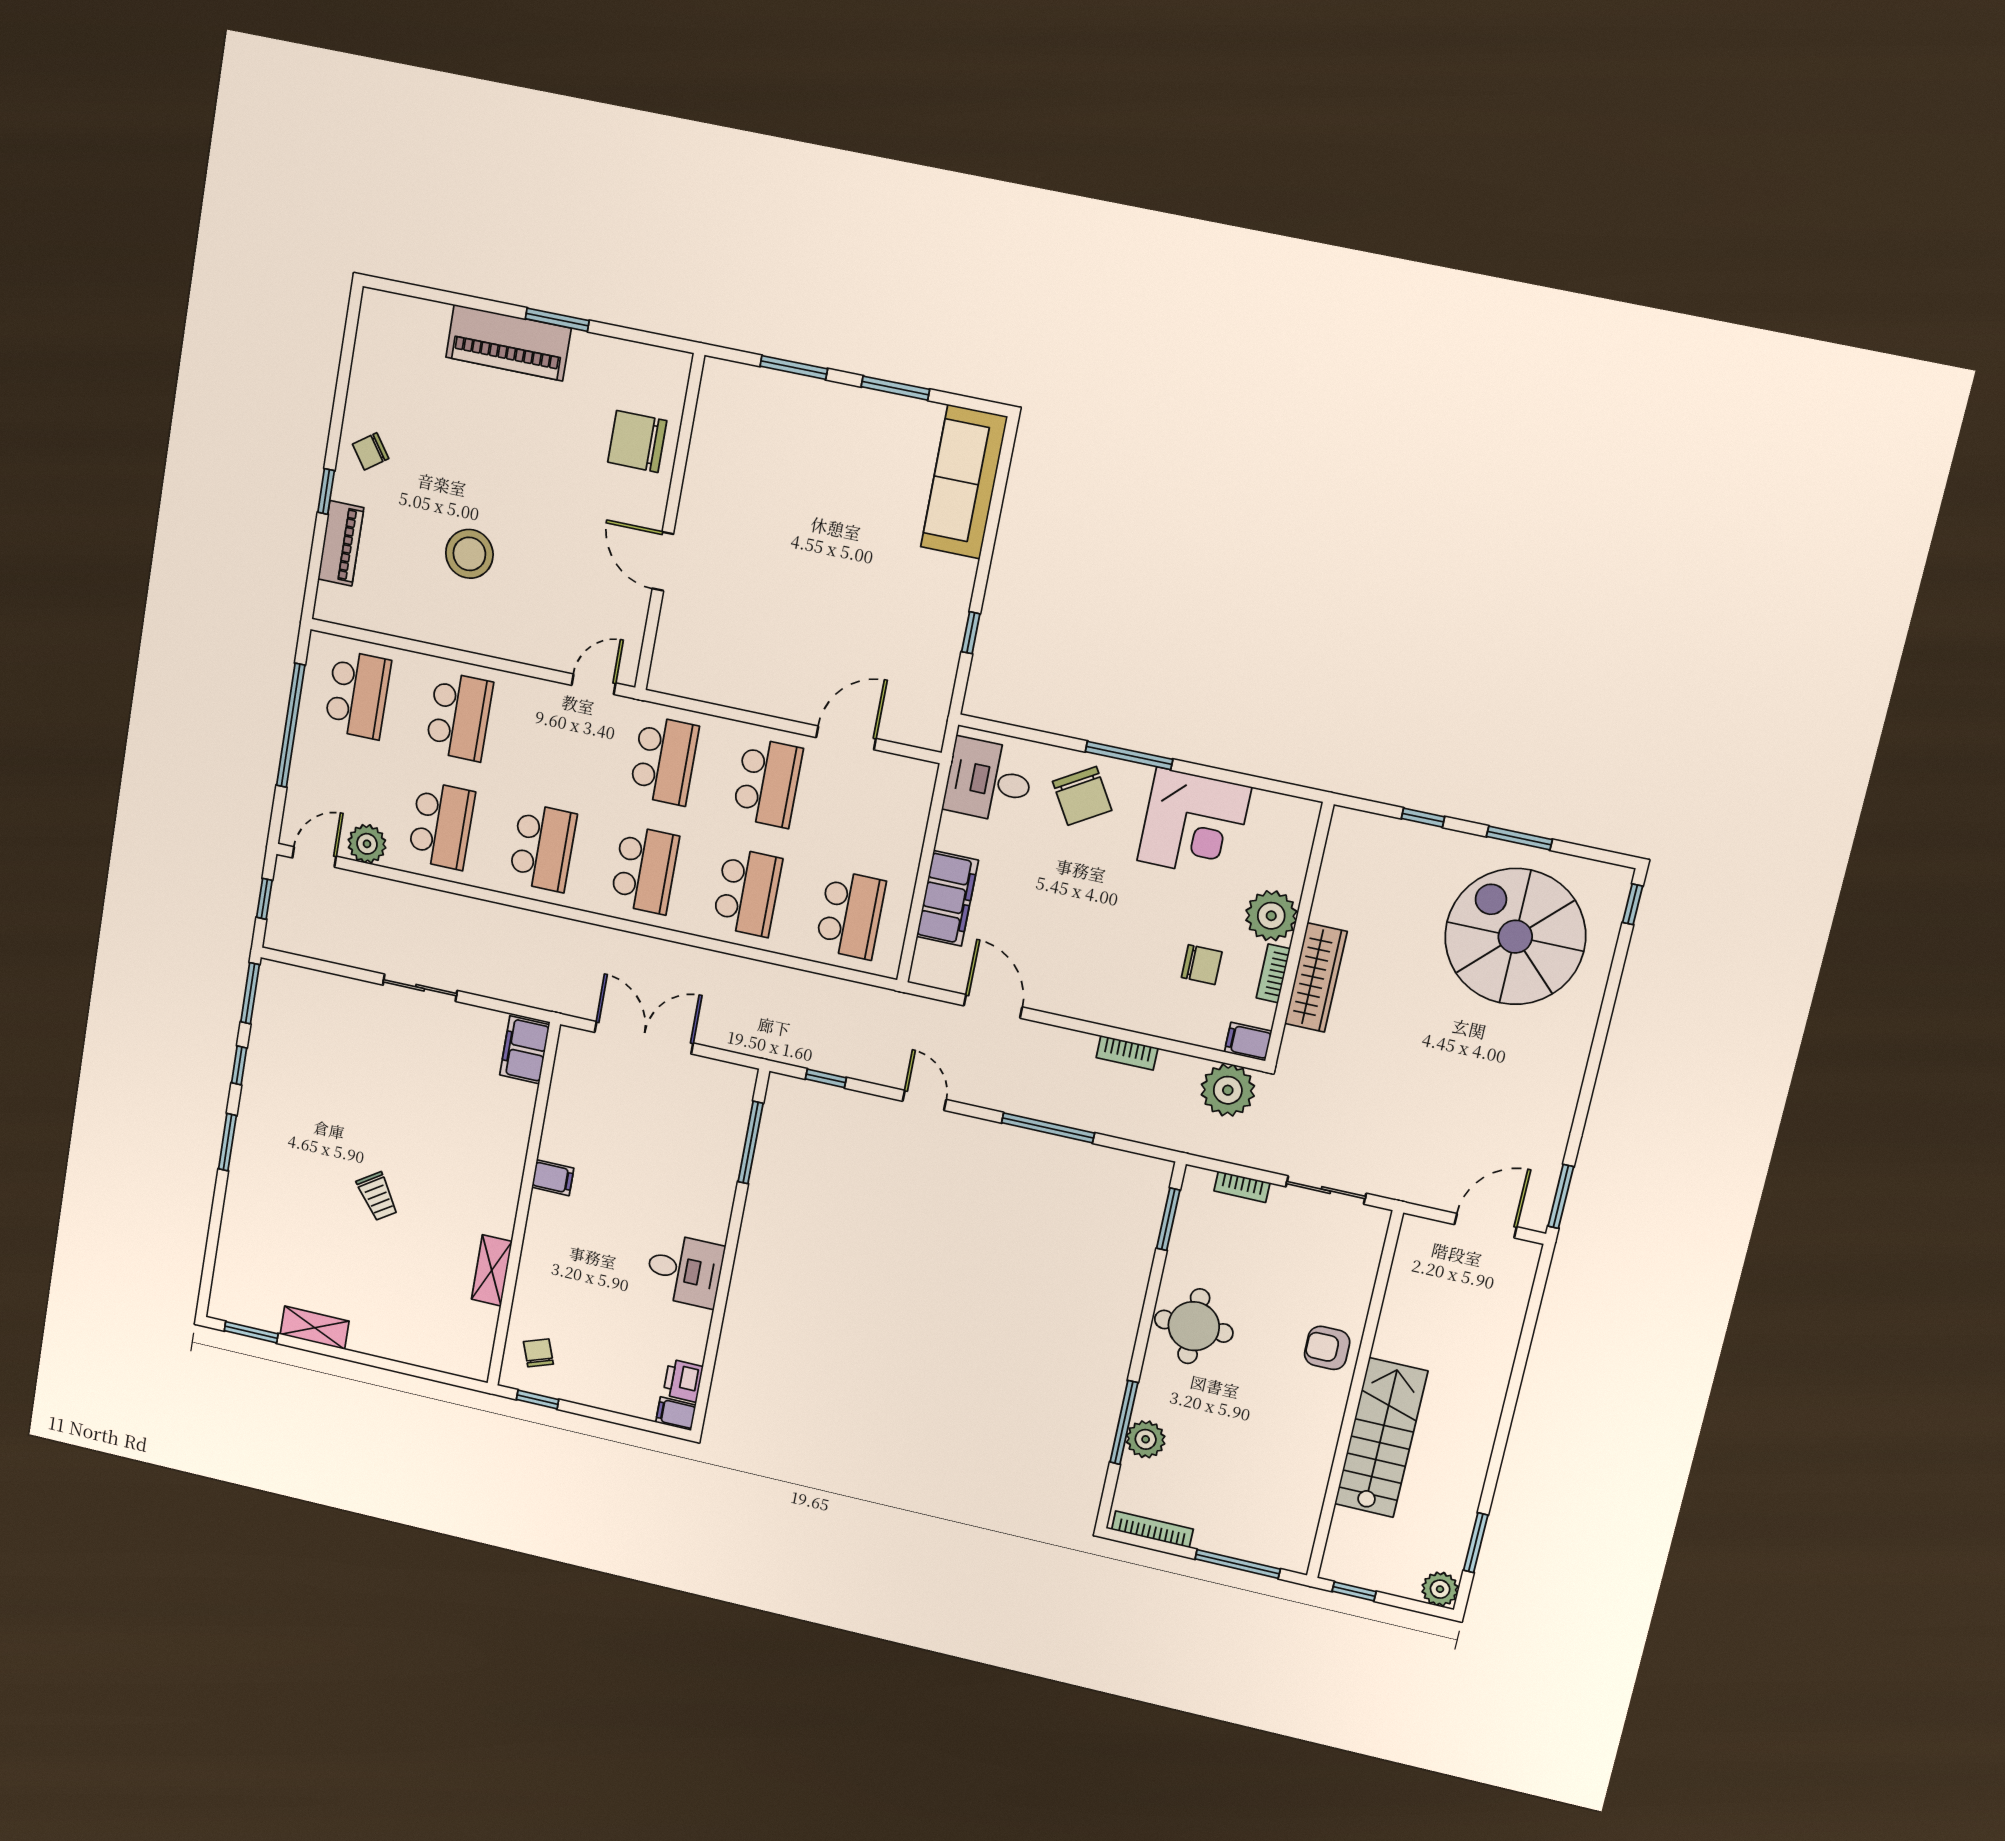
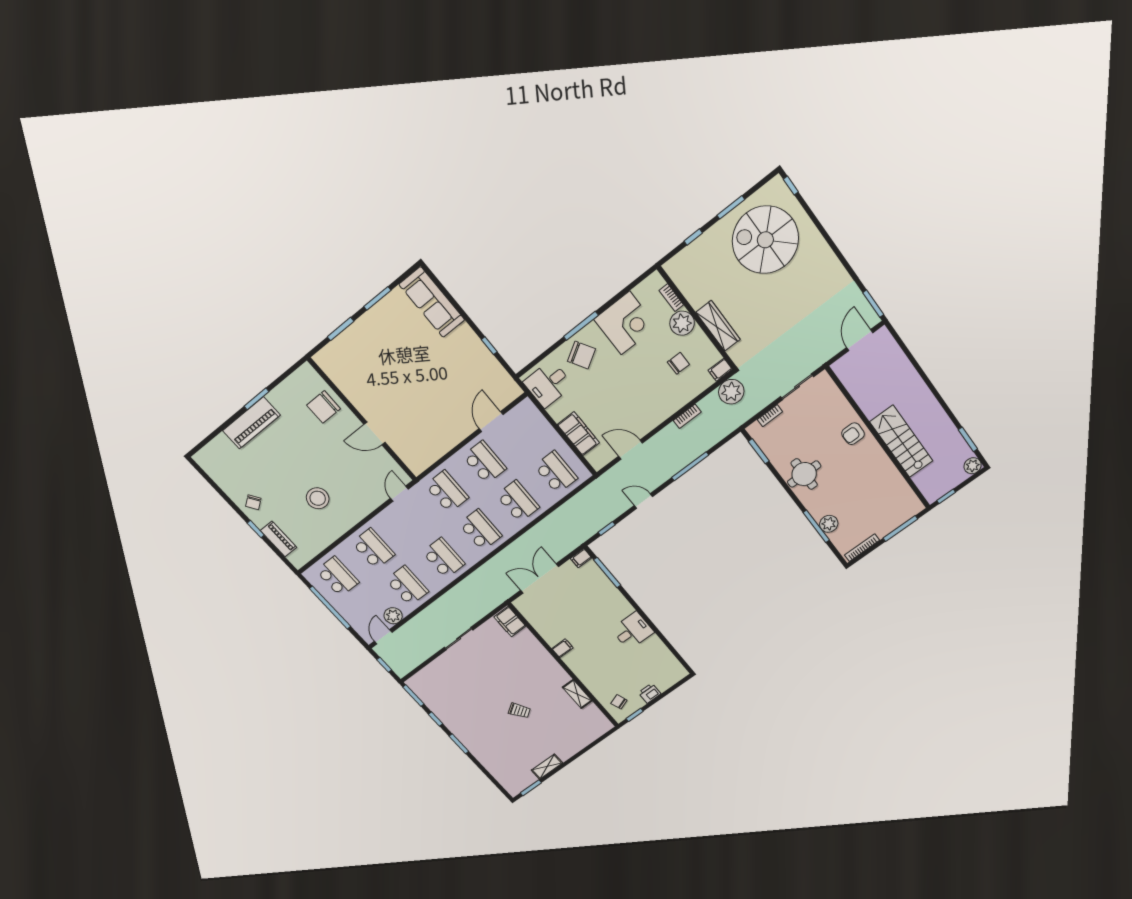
bookcase: (1273, 973) -> (671, 298), moved
printer: (683, 1381) -> (650, 693), moved, turned 90
filing cabinet: (676, 1414) -> (581, 558), moved

